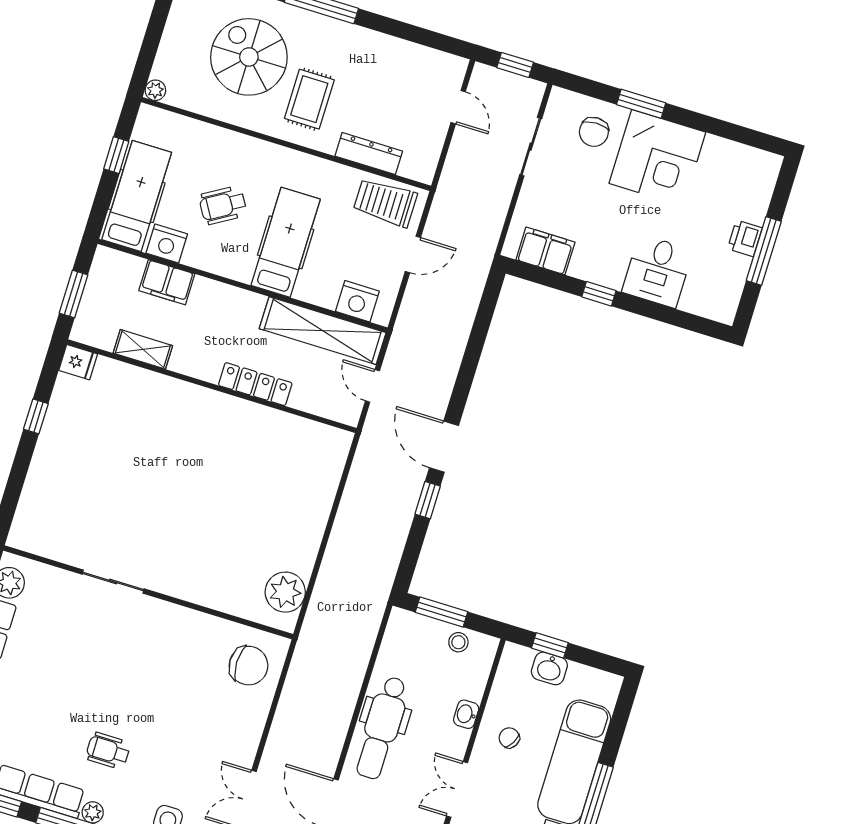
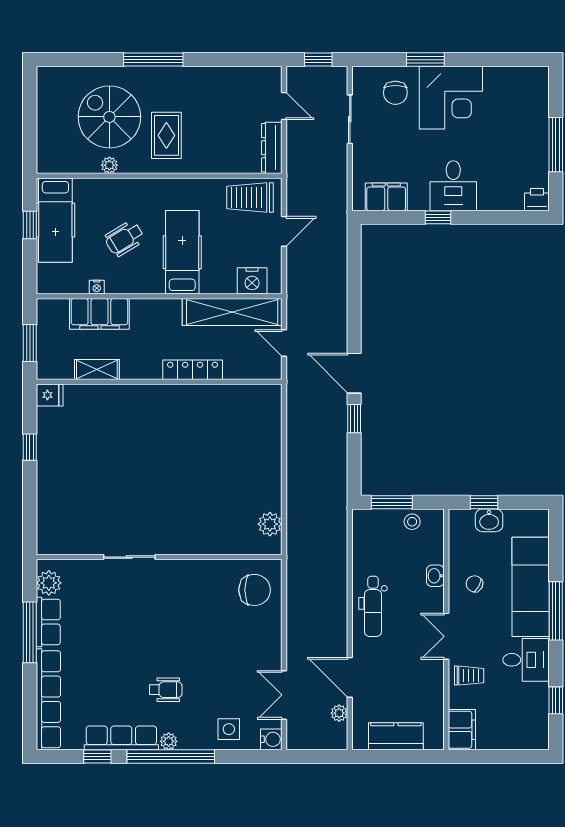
plant: (155, 90) -> (109, 165), moved
dresser: (369, 154) -> (272, 148), moved, turned -90
hospital bed: (137, 196) -> (55, 220), moved, turned 180
printer: (745, 238) -> (537, 200), moved, turned 90
nightstand: (167, 244) -> (97, 287), width x0.53, depth x0.56
desk: (657, 271) -> (453, 186), moved
filing cabinet: (167, 282) -> (99, 314), width x1.50, depth x1.17
plant: (285, 592) -> (270, 524), width x0.73, depth x0.73
dental chair: (382, 728) -> (373, 606), width x0.73, depth x0.72
wheelchair: (108, 751) -> (166, 690), turned 180

